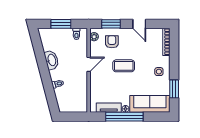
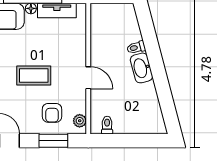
window: (61, 24) -> (131, 141), removed
washbasin: (52, 60) -> (142, 68), moved
door: (89, 64) -> (88, 78), swing flipped

